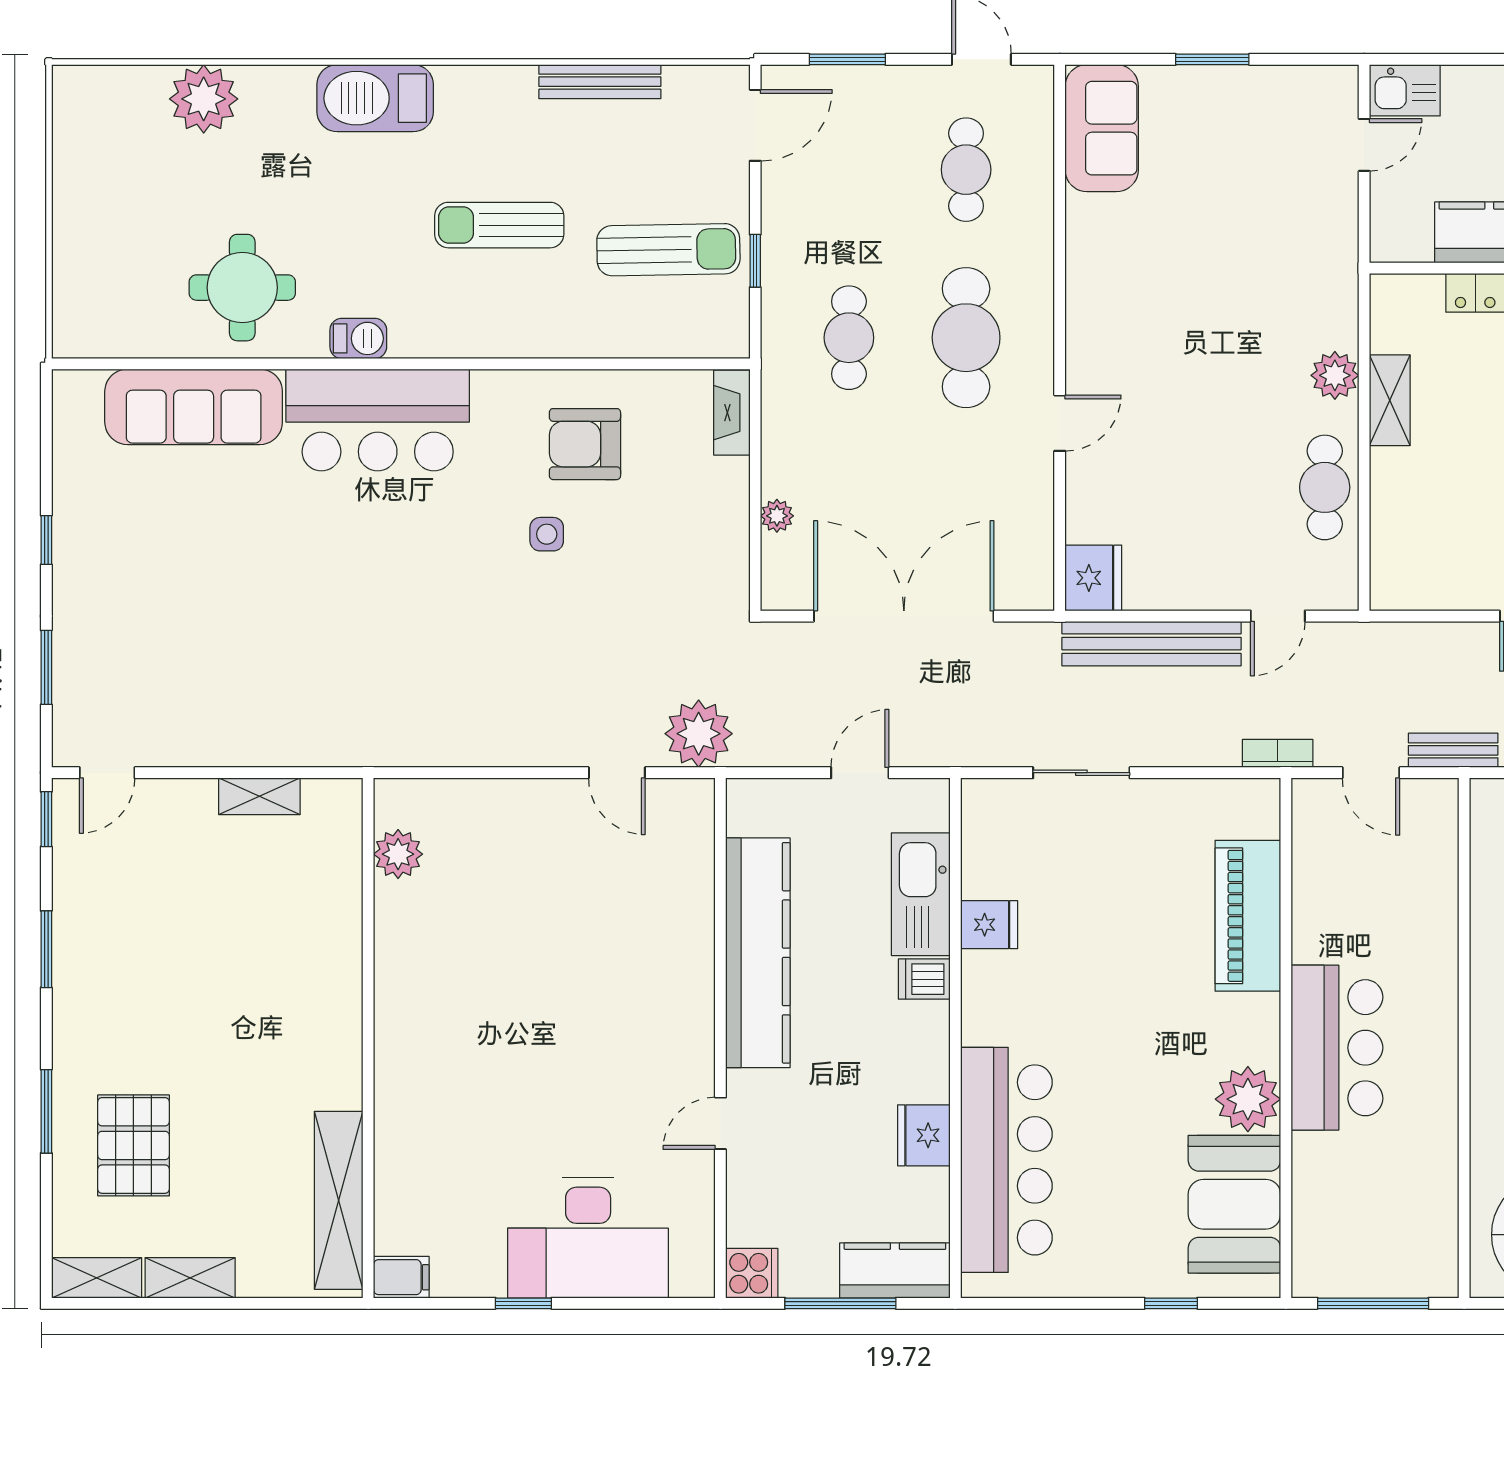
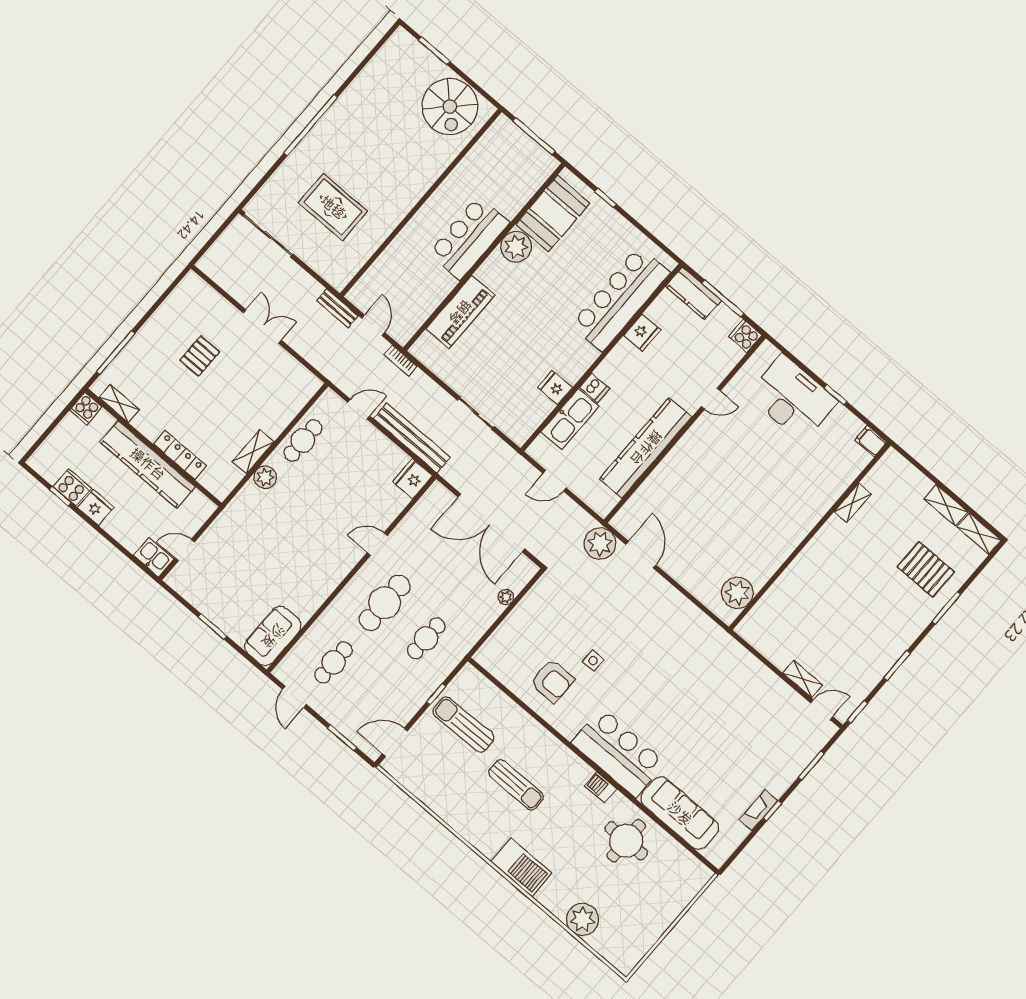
bench: (600, 82) -> (437, 805), removed
fireplace: (732, 413) -> (759, 810), moved, turned 180
door: (617, 773) -> (641, 555), width x1.38
shelving: (259, 796) -> (803, 679), moved
plant: (398, 854) -> (737, 593), width x1.36, depth x1.36
pallet: (133, 1145) -> (926, 569), turned 90
shelving: (339, 1200) -> (853, 503), width x0.45, depth x0.75

